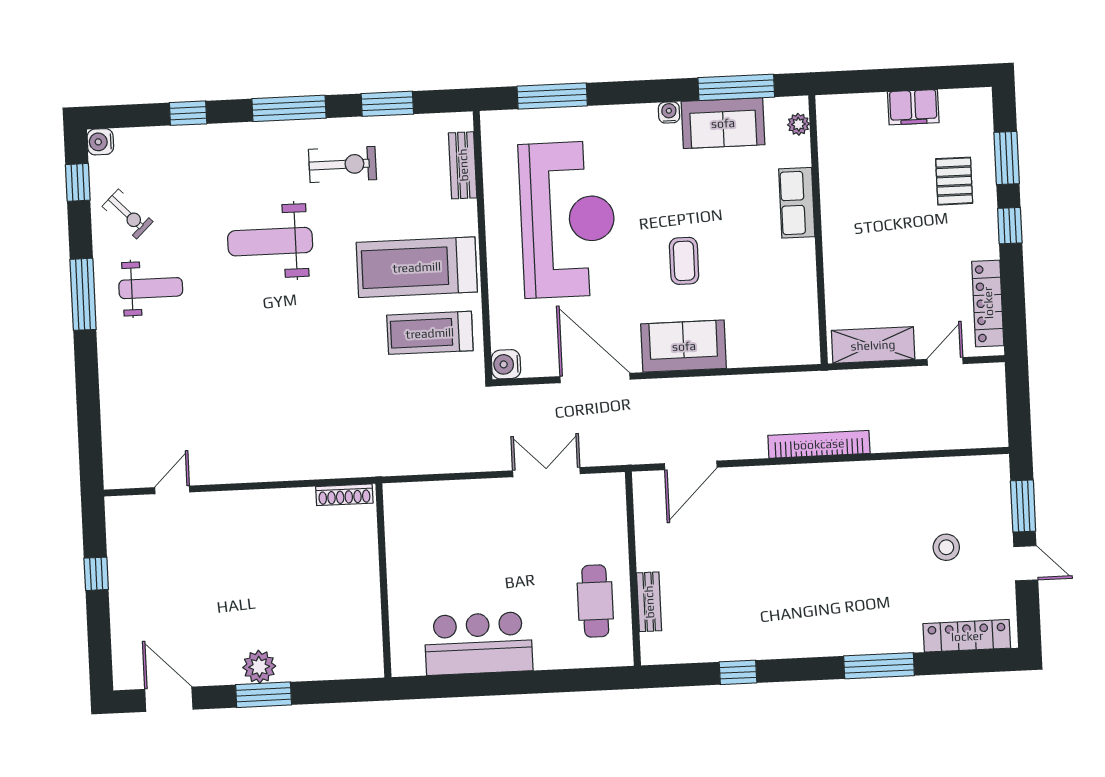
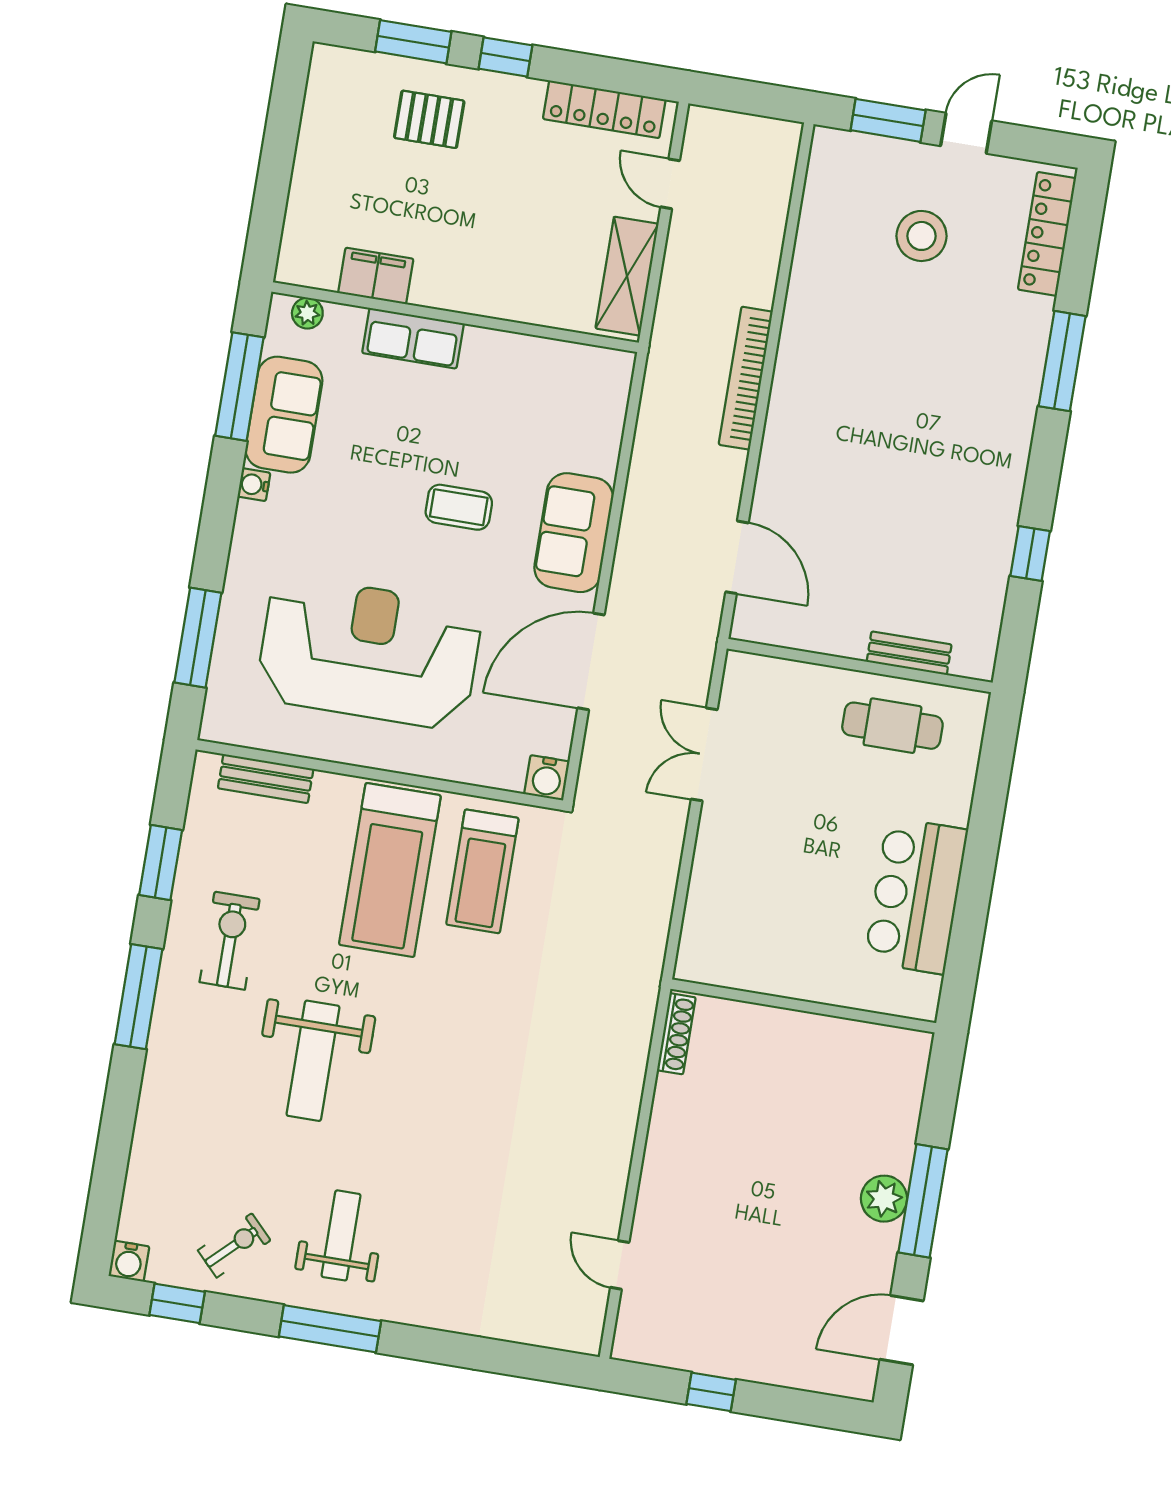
filing cabinet: (913, 107) -> (376, 276), moved, turned -90
window: (188, 113) -> (116, 1134), removed
stool: (946, 547) -> (922, 236), width x1.38, depth x1.38
window: (264, 695) -> (923, 1201), width x1.44

